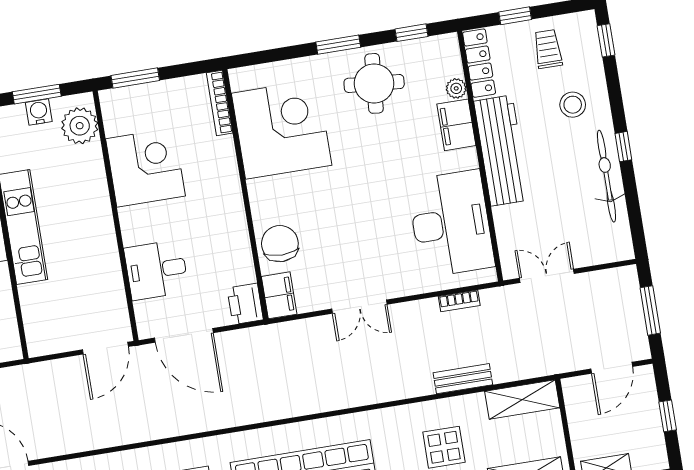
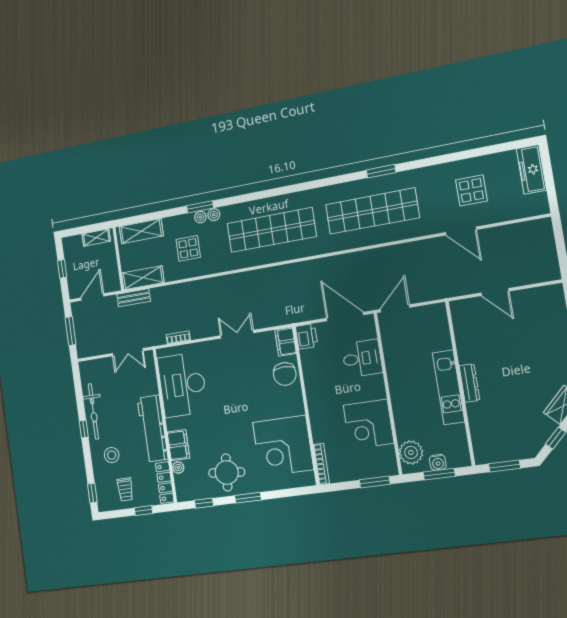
bench: (463, 379) -> (134, 298), moved

